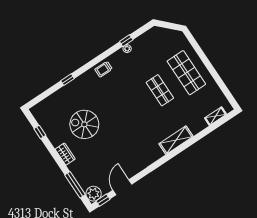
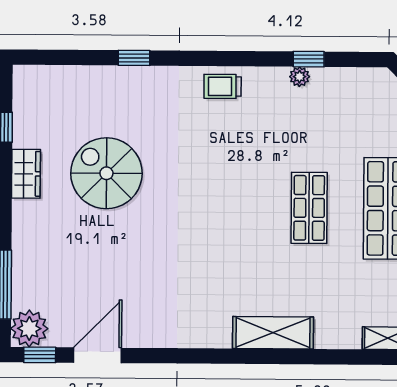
wardrobe: (65, 154) -> (26, 174), moved

